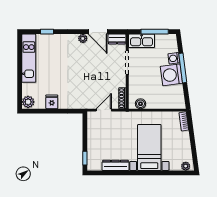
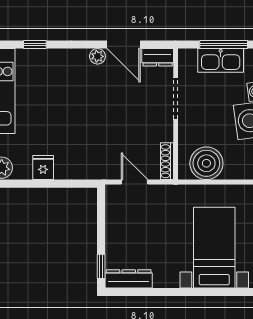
kitchen sink: (142, 41) -> (221, 60), moved
boiler: (140, 104) -> (206, 163), width x1.86, depth x1.86
door: (104, 110) -> (135, 182), hinge flipped
dresser: (115, 165) -> (129, 279), moved

